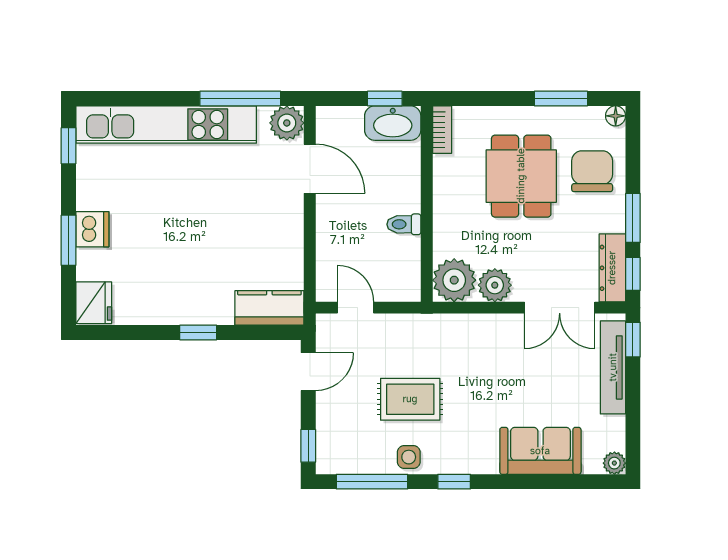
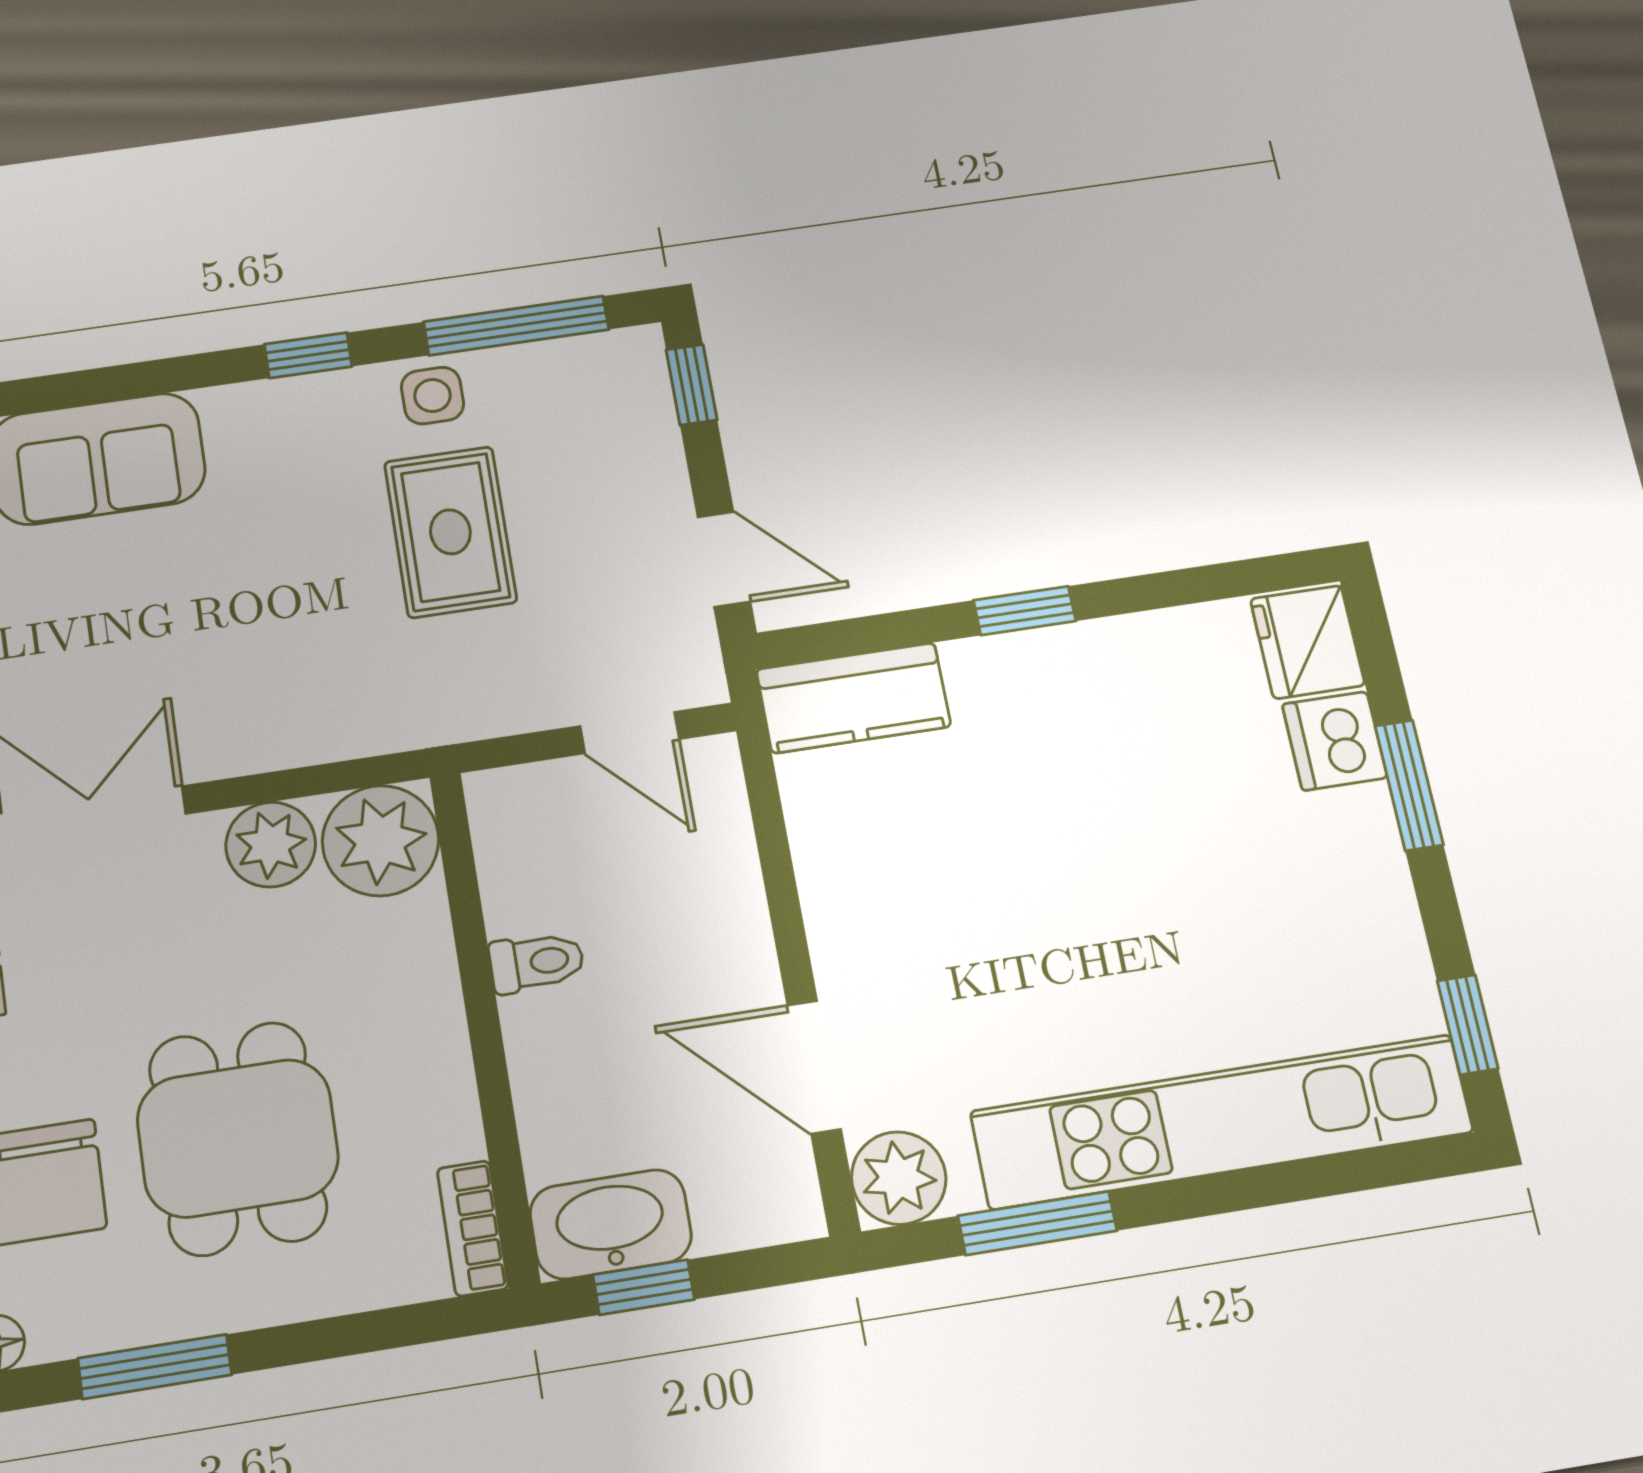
window: (240, 99) -> (1037, 1223), width x0.69
dishwasher: (92, 229) -> (1335, 741), moved
door: (308, 372) -> (724, 559), swing flipped
rug: (410, 399) -> (450, 532), turned 90

